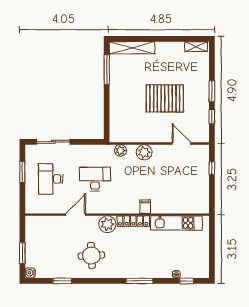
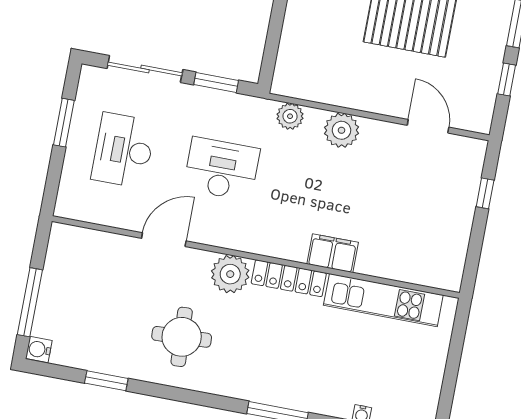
window: (85, 142) -> (216, 82), added
filing cabinet: (145, 207) -> (333, 253), width x2.00
window: (22, 253) -> (30, 302), width x1.44

